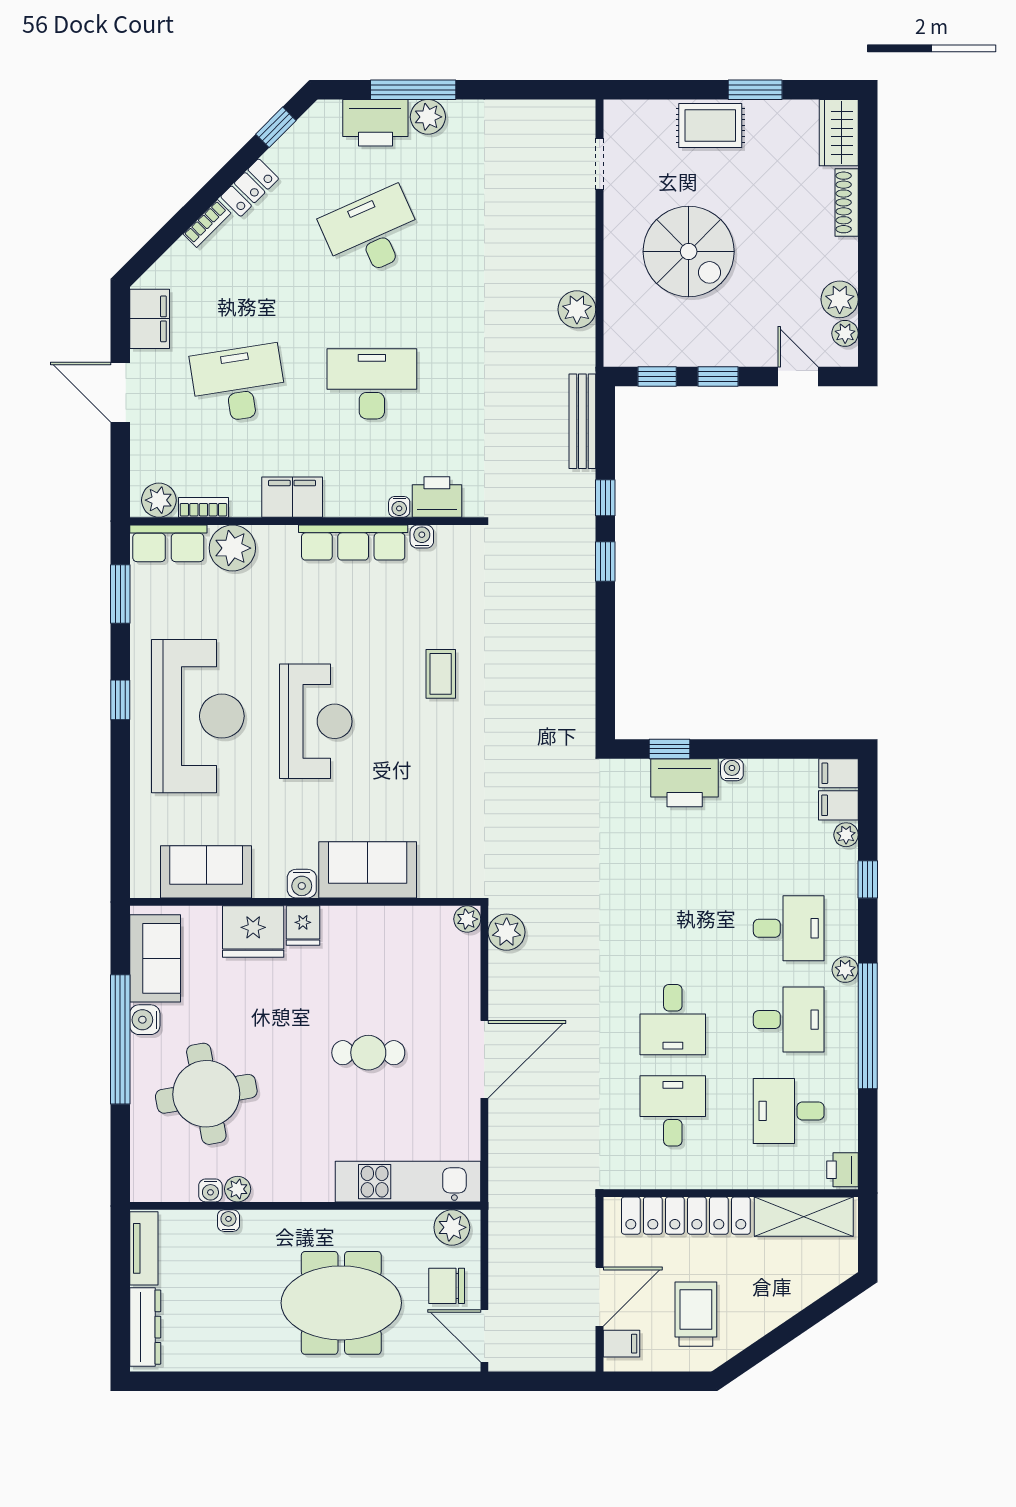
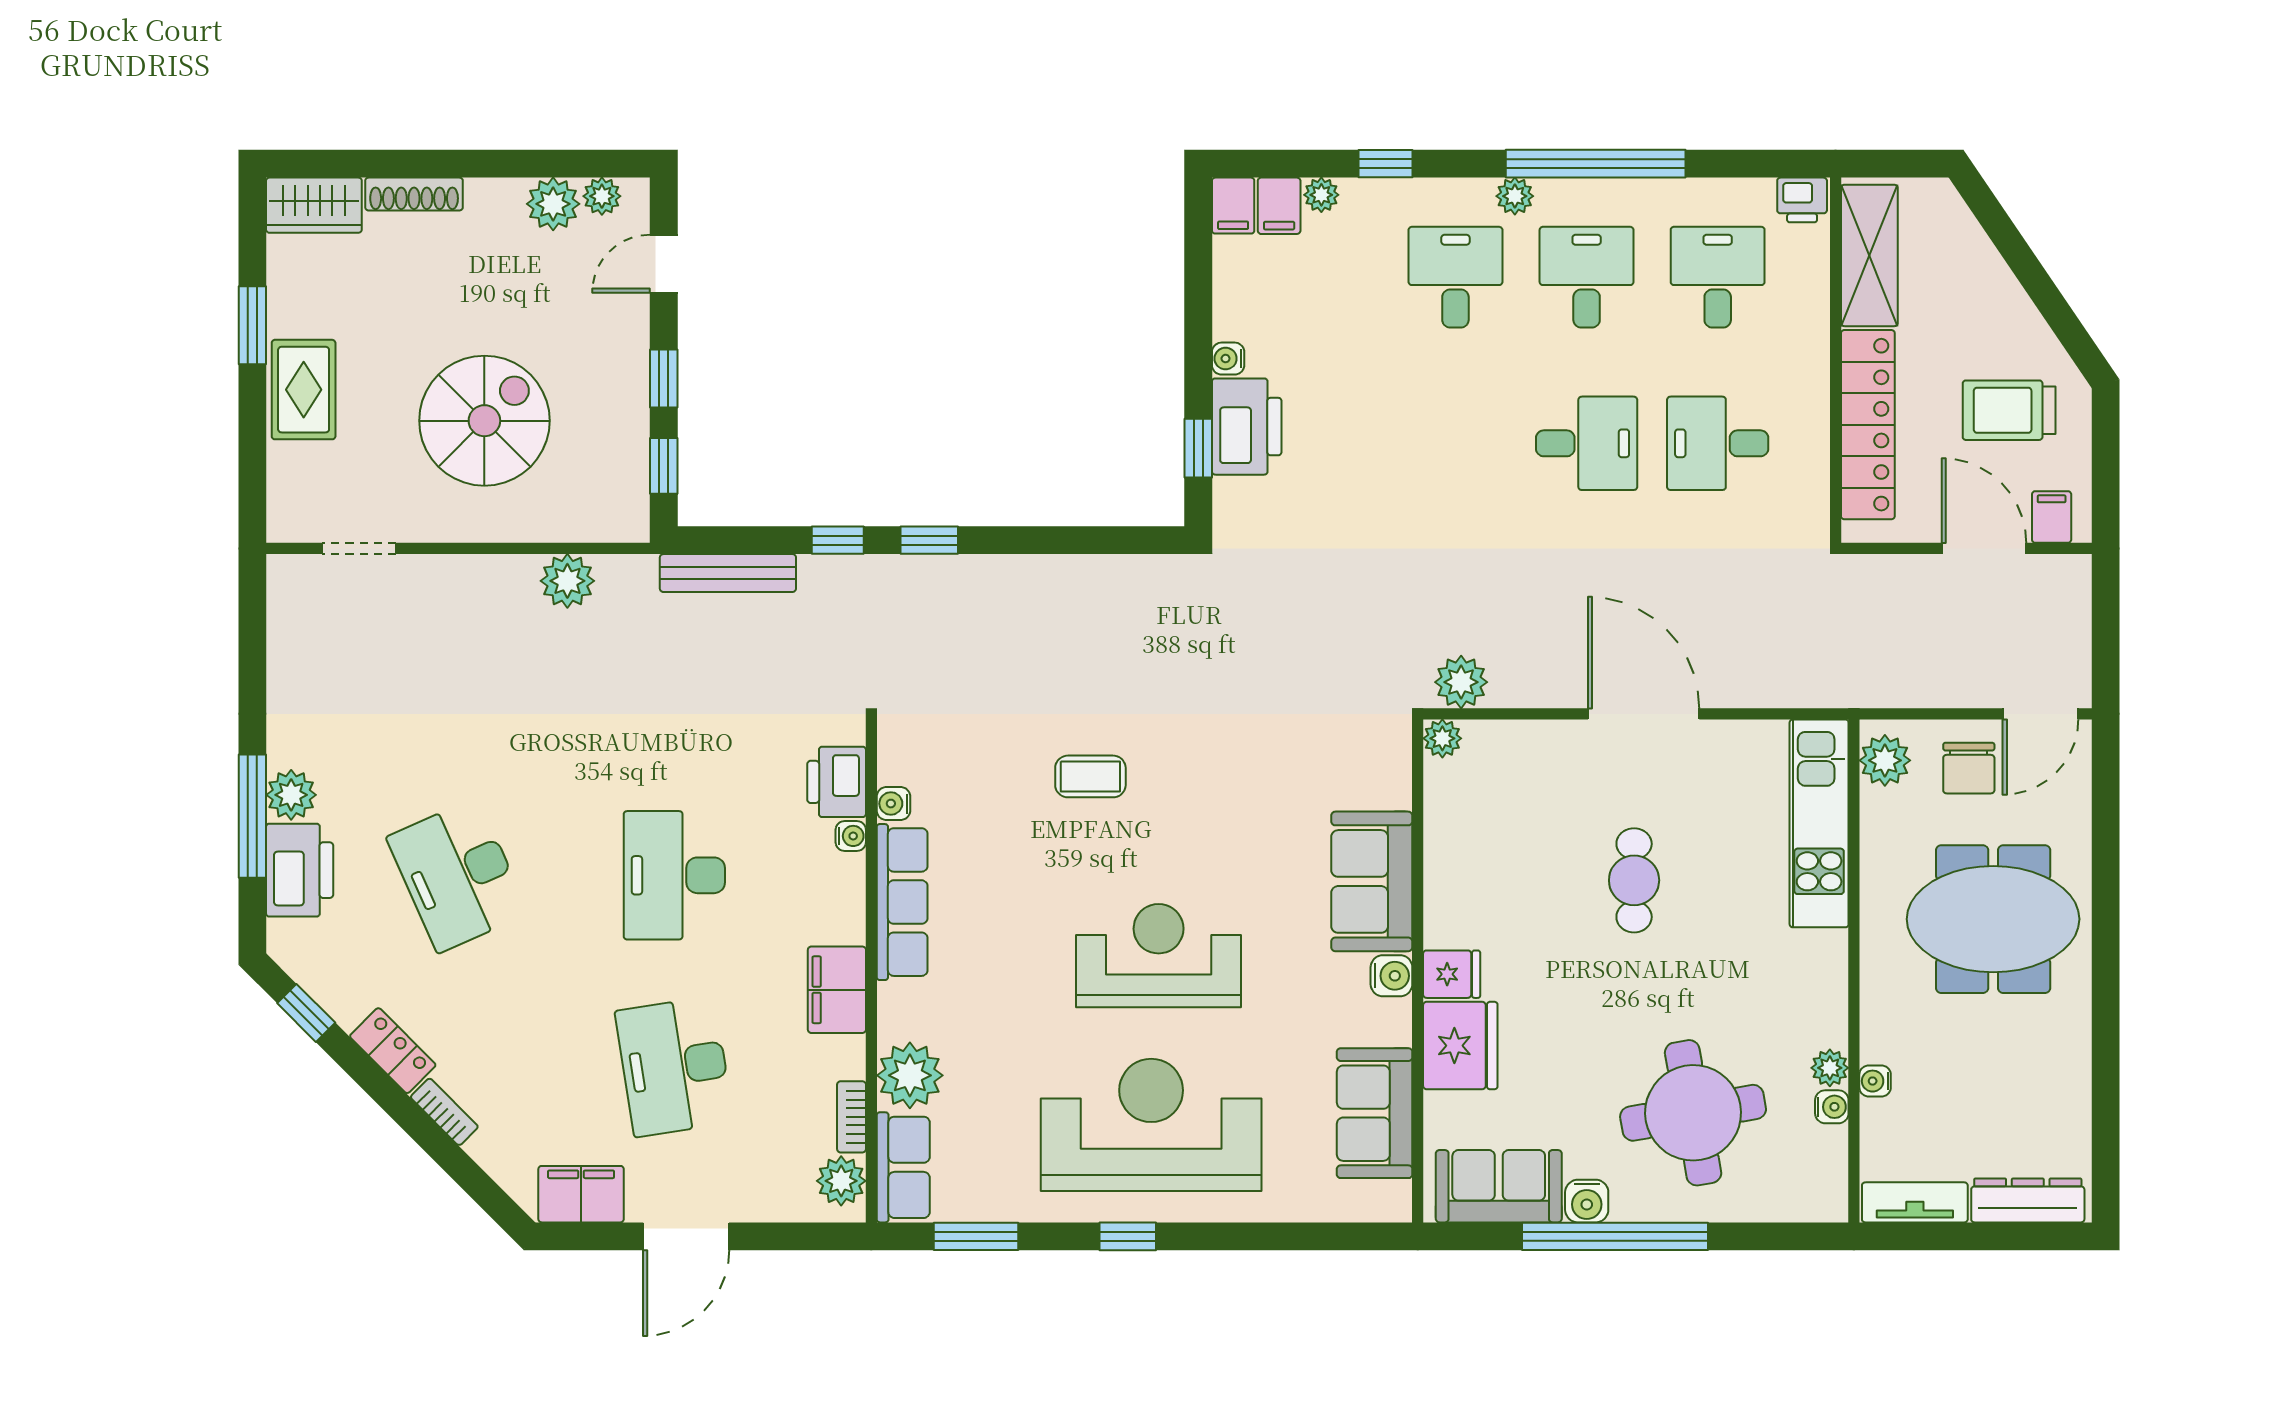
desk: (789, 1111) -> (1718, 277), turned 180
meeting table: (341, 1303) -> (1993, 919), turned 90

